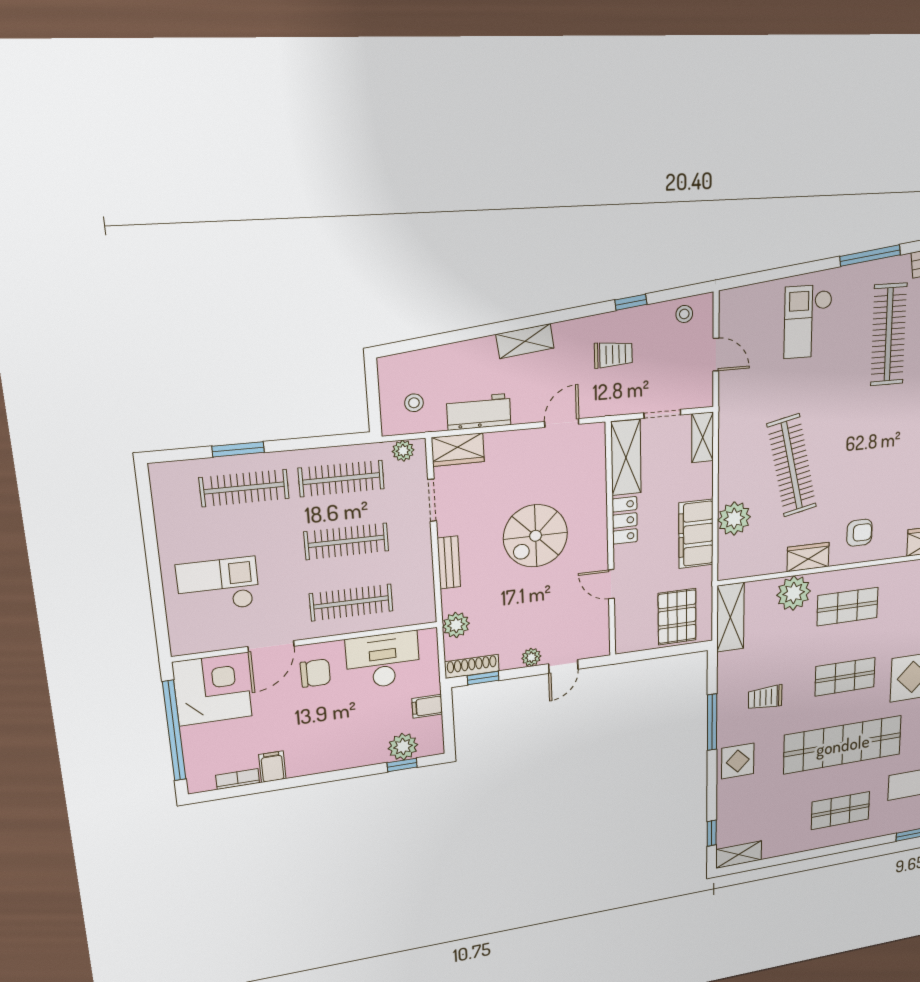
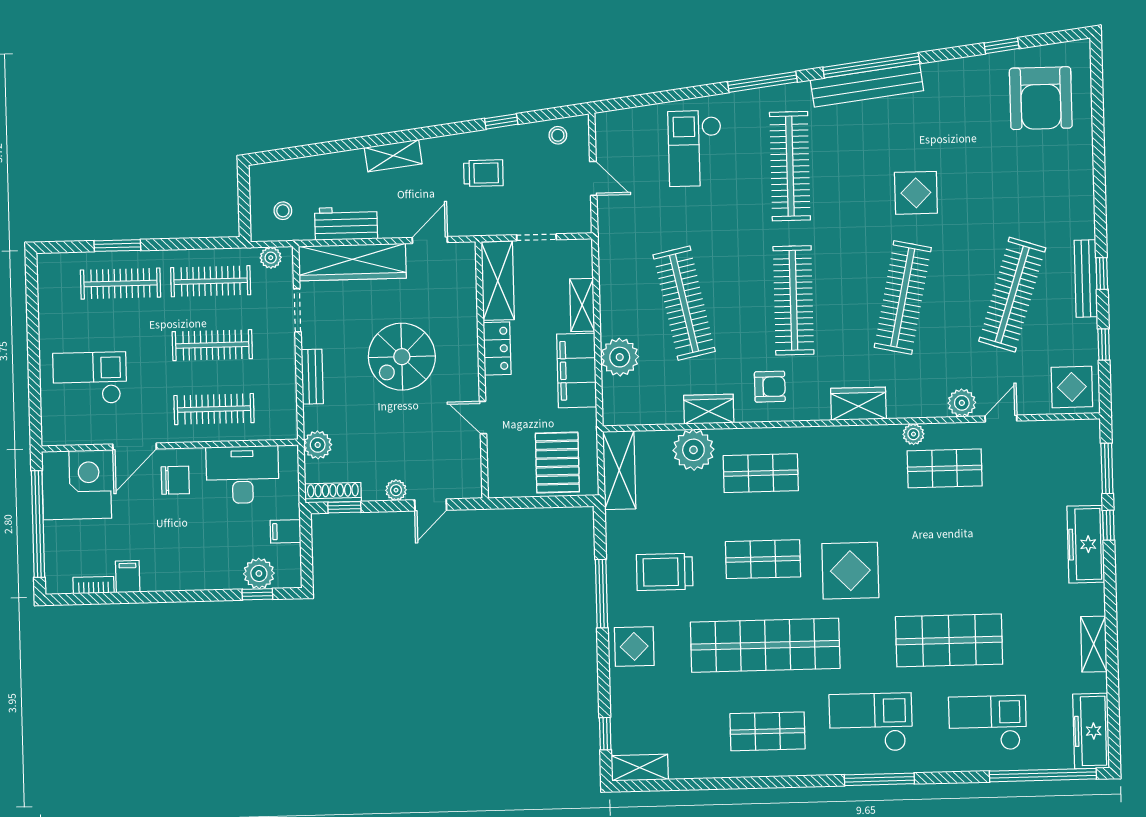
shelving: (702, 437) -> (582, 305), moved
wardrobe: (458, 450) -> (352, 262), width x2.10, depth x1.17
clothes rail: (884, 456) -> (793, 300), added
trolley: (765, 697) -> (665, 572), width x1.36, depth x1.39

